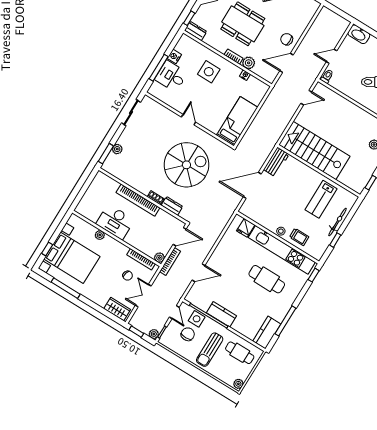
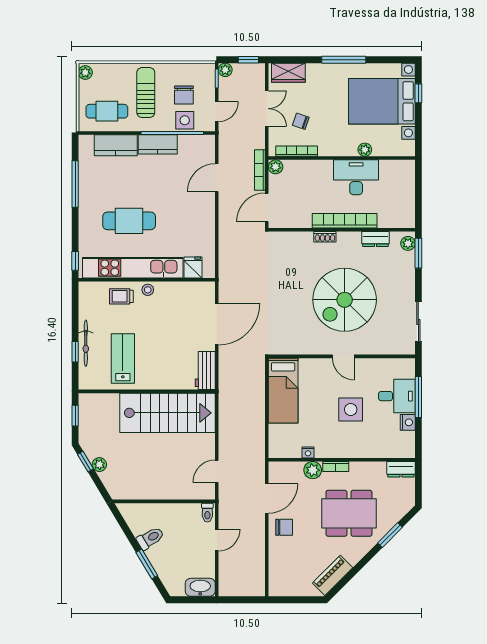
window: (189, 18) -> (418, 480), removed
side table: (209, 72) -> (351, 409), moved
plant: (117, 149) -> (408, 243), moved
spiral stairs: (186, 165) -> (345, 300), moved
dresser: (172, 206) -> (375, 239), moved
window: (335, 240) -> (75, 352), moved
window: (66, 288) -> (344, 60), moved
door: (174, 312) -> (217, 112), swing flipped
kitchen counter: (267, 333) -> (116, 145), moved, turned 90

